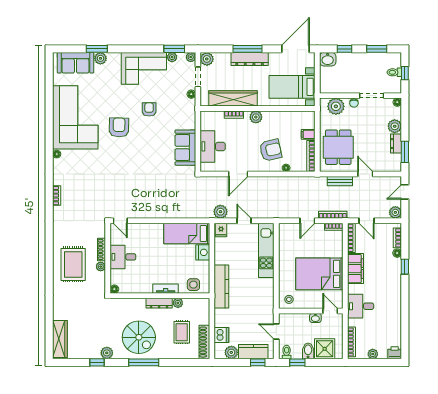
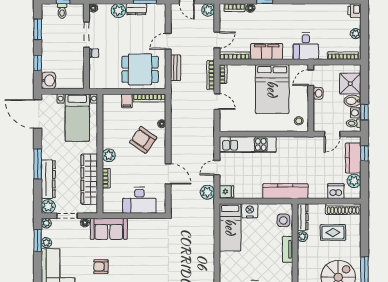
dresser: (250, 59) -> (48, 179), moved
plant: (336, 106) -> (98, 72), removed
sofa: (185, 148) -> (109, 229), moved
armchair: (271, 150) -> (143, 140), turned -42
dresser: (159, 303) -> (303, 217), moved
washing machine: (297, 354) -> (356, 113), added

